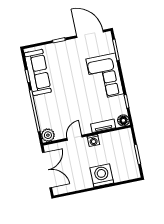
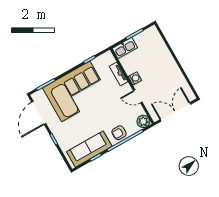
corner sofa: (105, 76) -> (76, 91), width x1.36, depth x1.36
armchair: (44, 107) -> (119, 133), added
floor lamp: (123, 120) -> (108, 57), removed
kitchen sink: (127, 140) -> (125, 48), added
washing machine: (102, 175) -> (164, 61), removed

